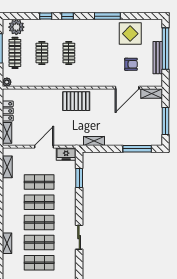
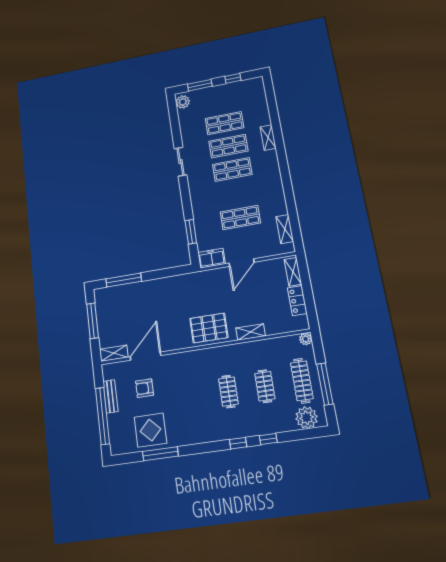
window: (107, 16) -> (160, 454), moved
bench: (158, 58) -> (110, 396), width x0.73
shelving: (94, 141) -> (251, 332), moved
shop shelf: (39, 202) -> (236, 193), removed

